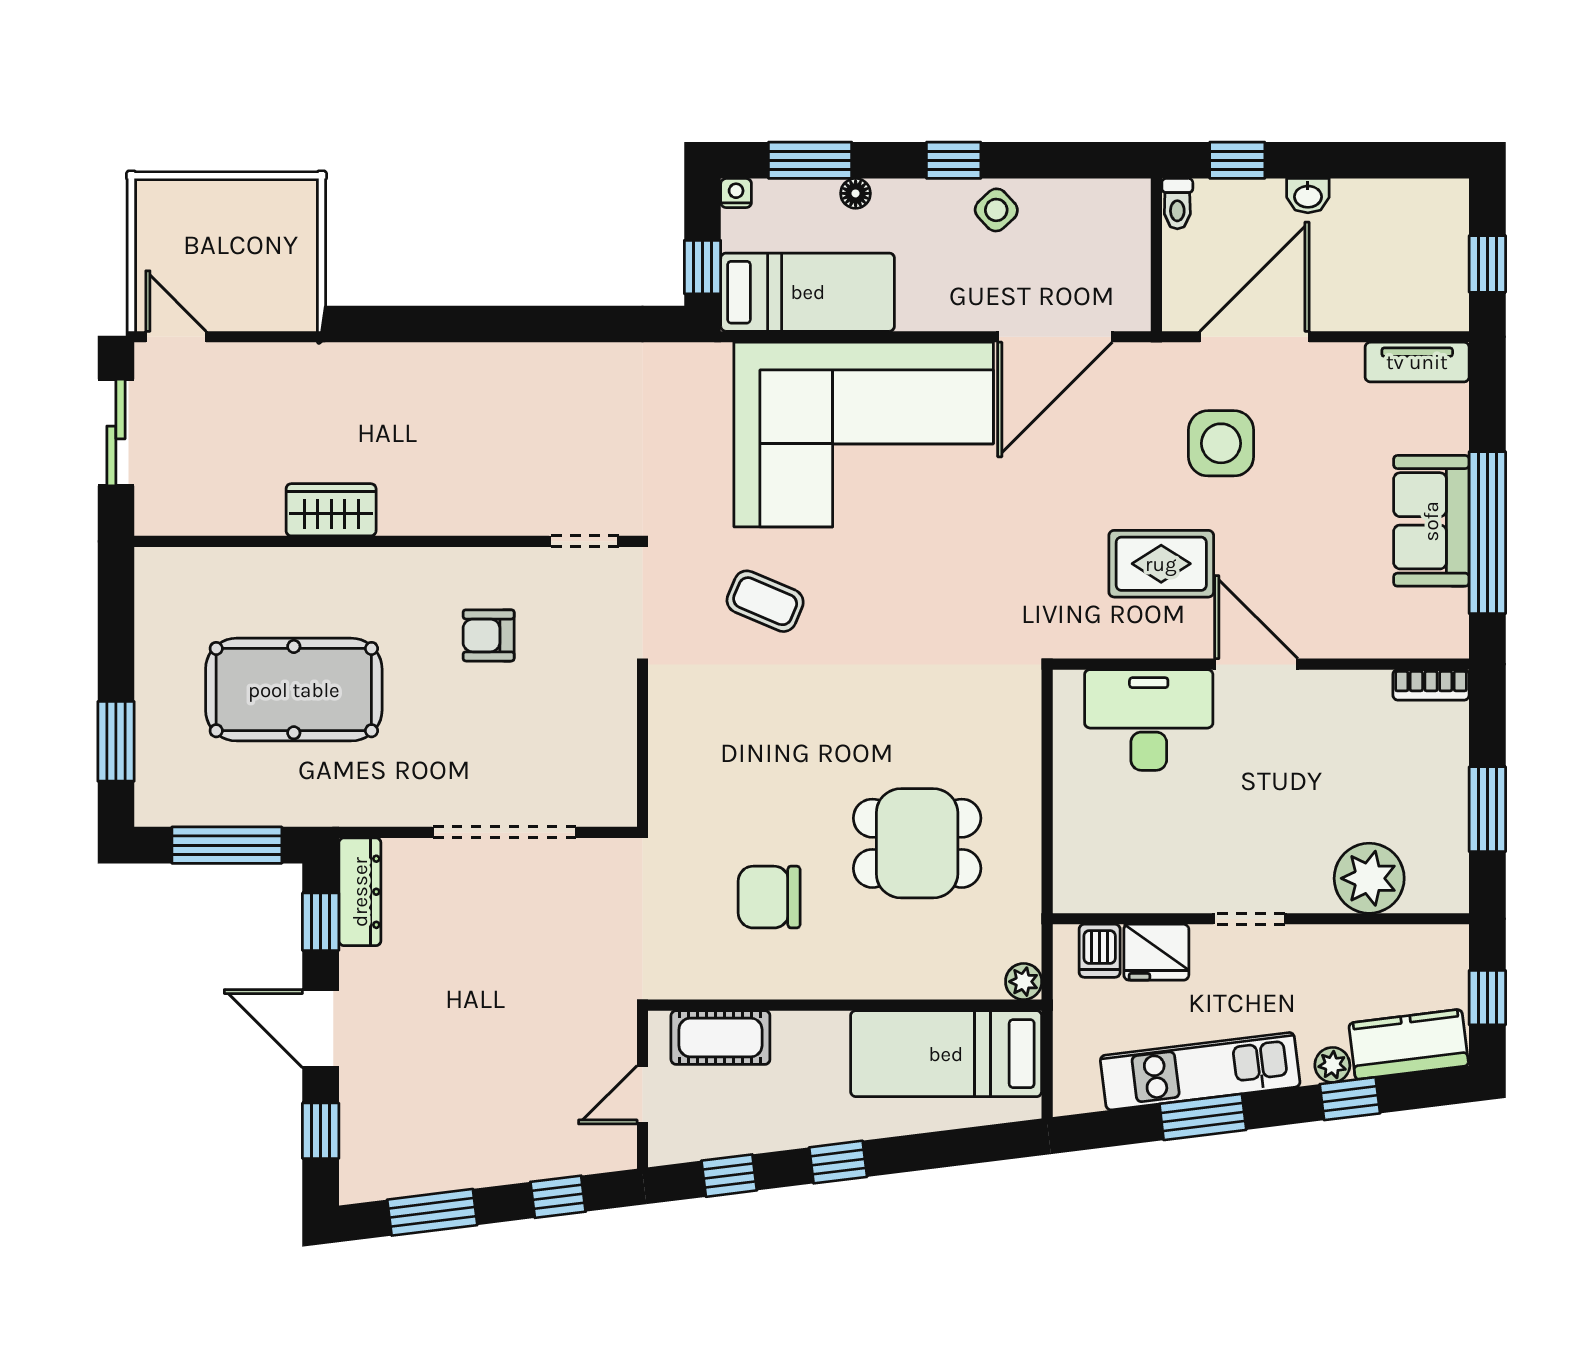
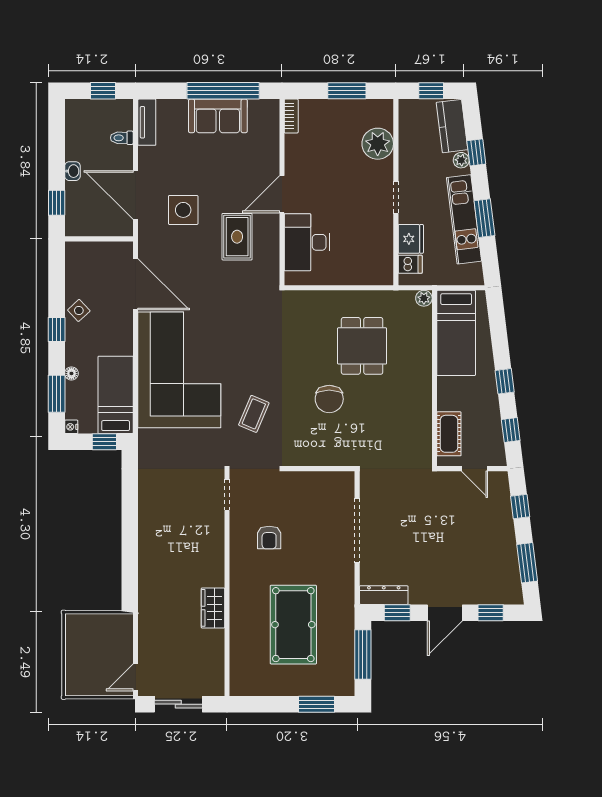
toilet: (1177, 204) -> (122, 138), moved, turned 180
chair: (769, 897) -> (329, 399), moved

